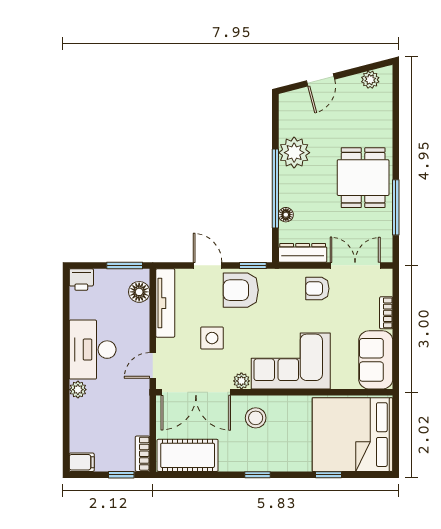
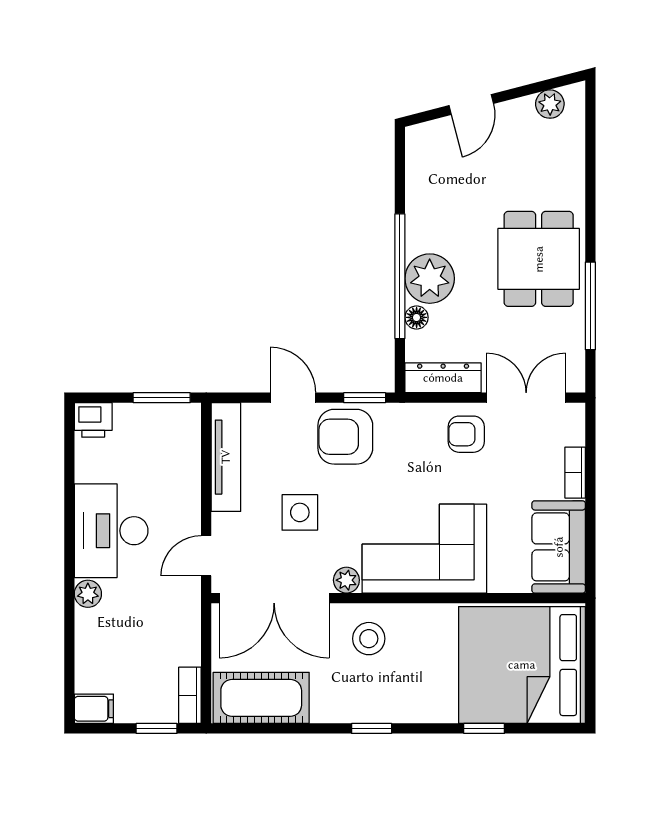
plant: (294, 153) -> (430, 279), moved
floor lamp: (139, 292) -> (185, 440), removed

